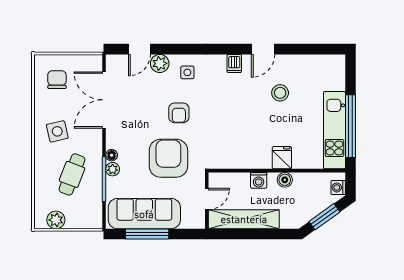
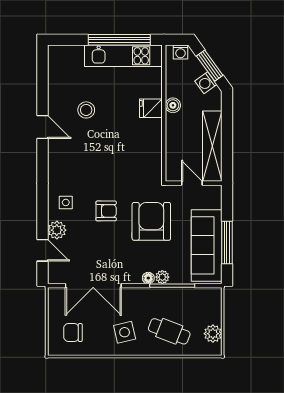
dishwasher: (234, 63) -> (57, 156), removed
armchair: (168, 158) -> (151, 221), turned 90
cafe table: (72, 174) -> (169, 331), moved
washing machine: (259, 180) -> (206, 83), moved, turned 144

